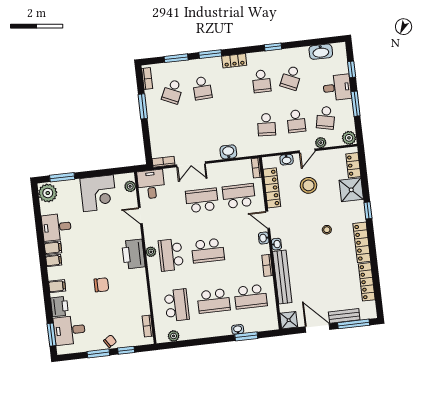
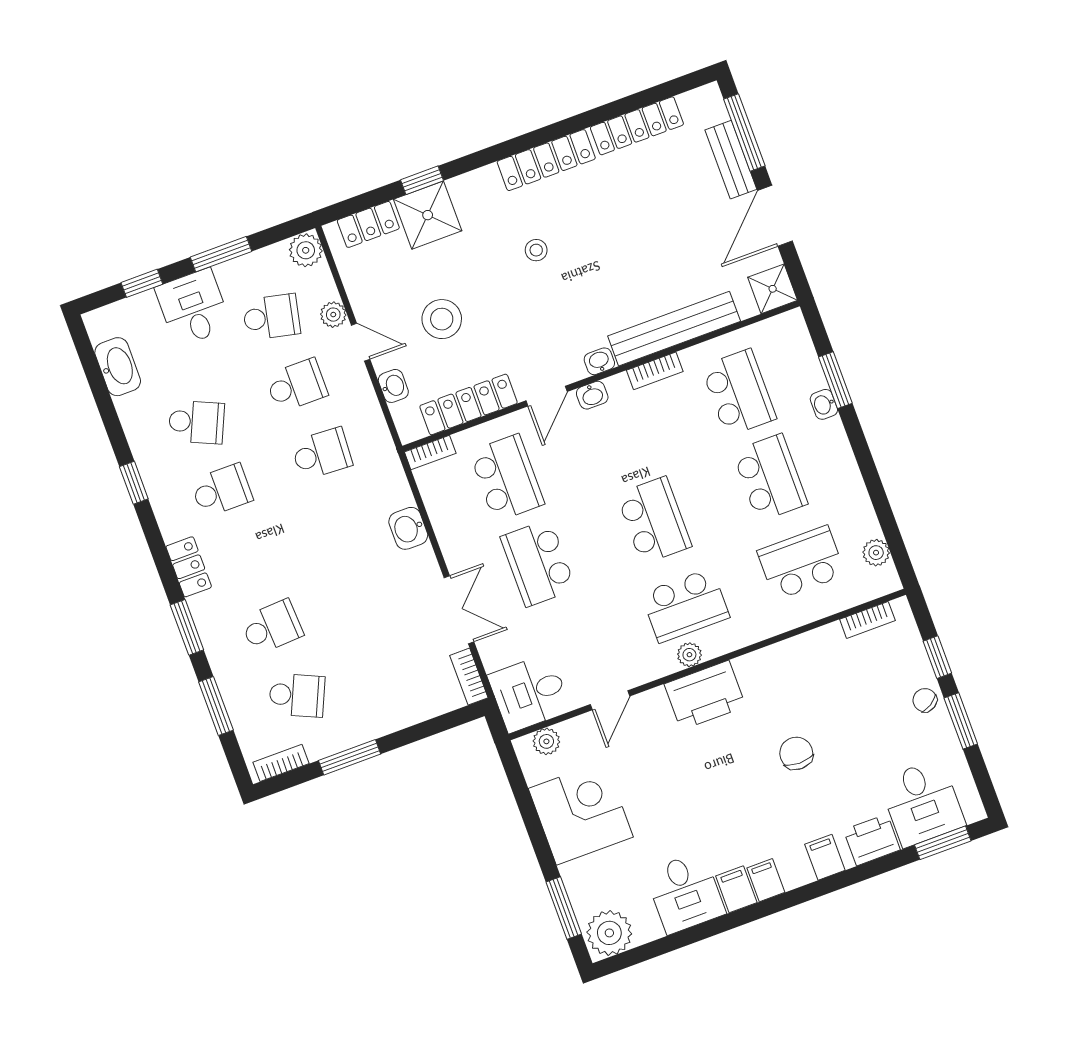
school desk: (239, 196) -> (507, 478), turned 180
window: (368, 210) -> (422, 180), moved

